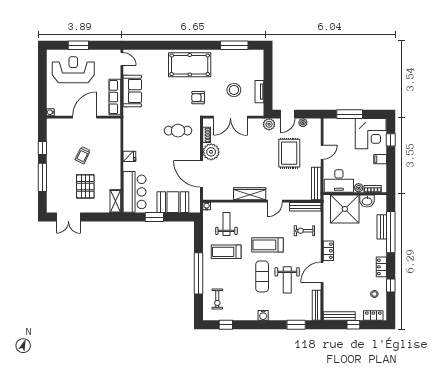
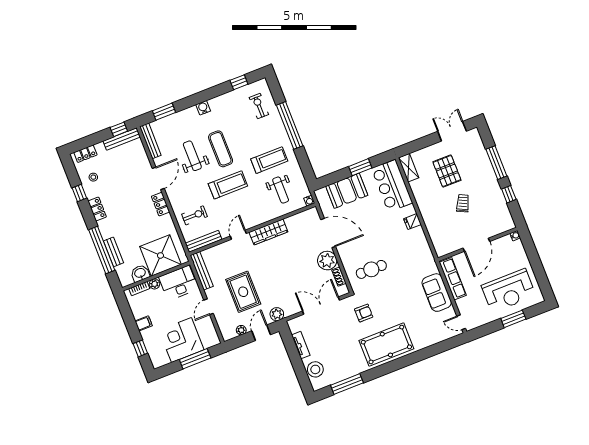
stool: (234, 90) -> (315, 369), moved
corner desk: (371, 134) -> (181, 340), moved
window: (353, 325) -> (119, 129), moved

